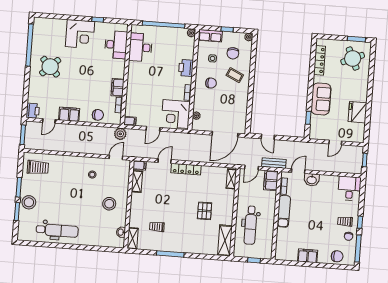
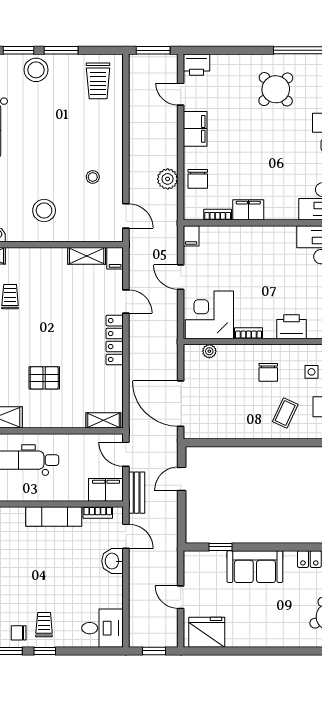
fridge: (358, 112) -> (207, 632), moved
plant: (120, 134) -> (168, 179), moved

